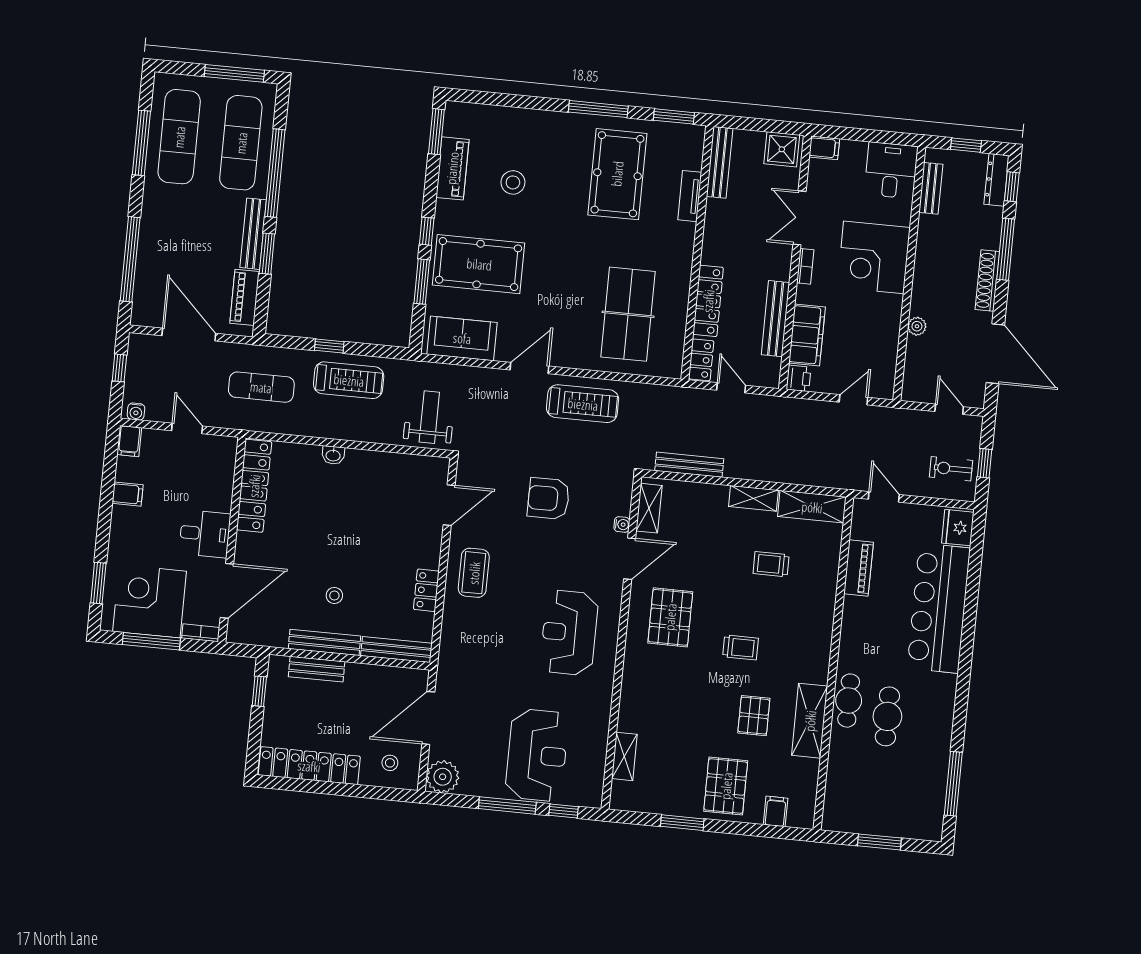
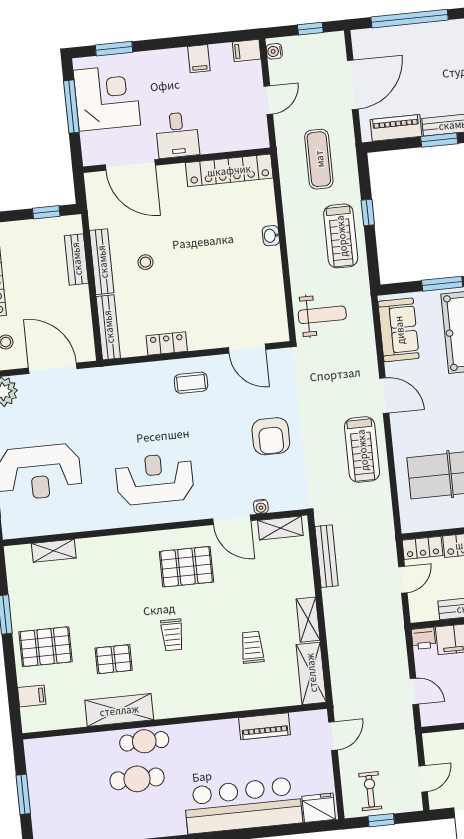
armchair: (548, 499) -> (271, 436), turned 180
coffee table: (474, 573) -> (191, 383), width x0.73, depth x0.77
bookcase: (201, 633) -> (88, 149), removed

